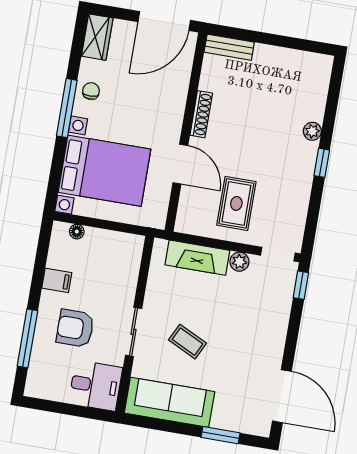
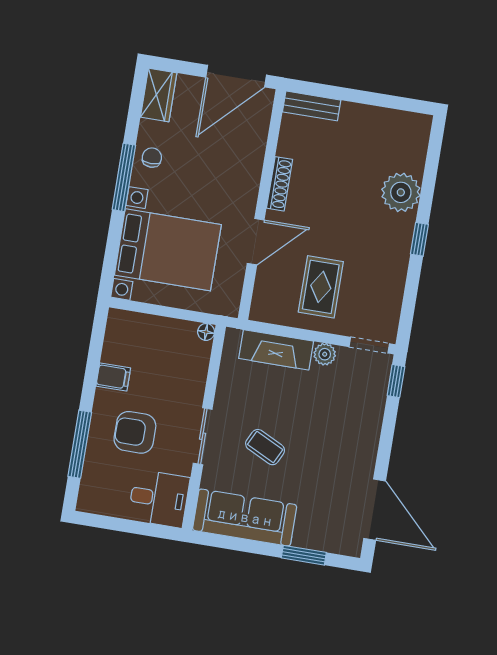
plant: (312, 131) -> (401, 192), width x1.88, depth x1.88
door: (180, 164) -> (256, 242), hinge flipped
floor lamp: (77, 232) -> (206, 332), moved

